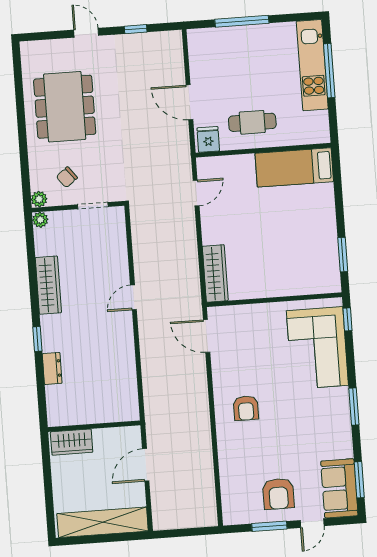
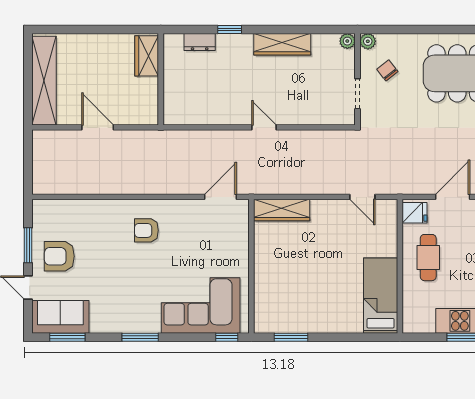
wall: (94, 426) -> (161, 79), moved
wardrobe: (72, 442) -> (147, 56), moved

